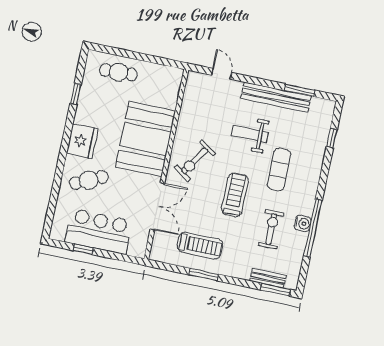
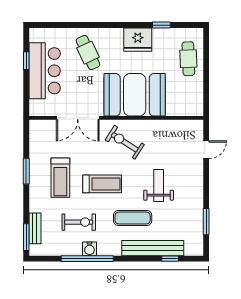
bench: (276, 97) -> (153, 248), moved, turned 90
fridge: (82, 141) -> (138, 40), moved
treadmill: (200, 245) -> (60, 178), moved

